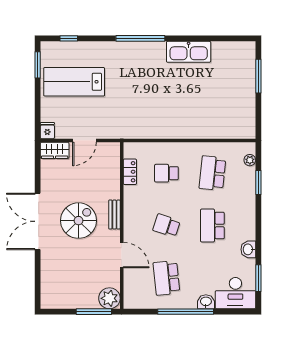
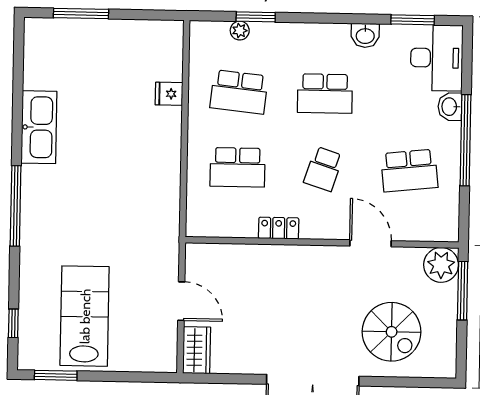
lab bench: (74, 82) -> (85, 316), turned 180
fridge: (47, 131) -> (169, 94), moved
plant: (250, 160) -> (240, 31), moved
locker: (130, 172) -> (279, 228), moved
school desk: (166, 173) -> (238, 167), width x1.85
bench: (114, 215) -> (304, 254), removed
spiral stairs: (78, 221) -> (392, 332), moved, turned 180
door: (122, 255) -> (371, 243), hinge flipped

